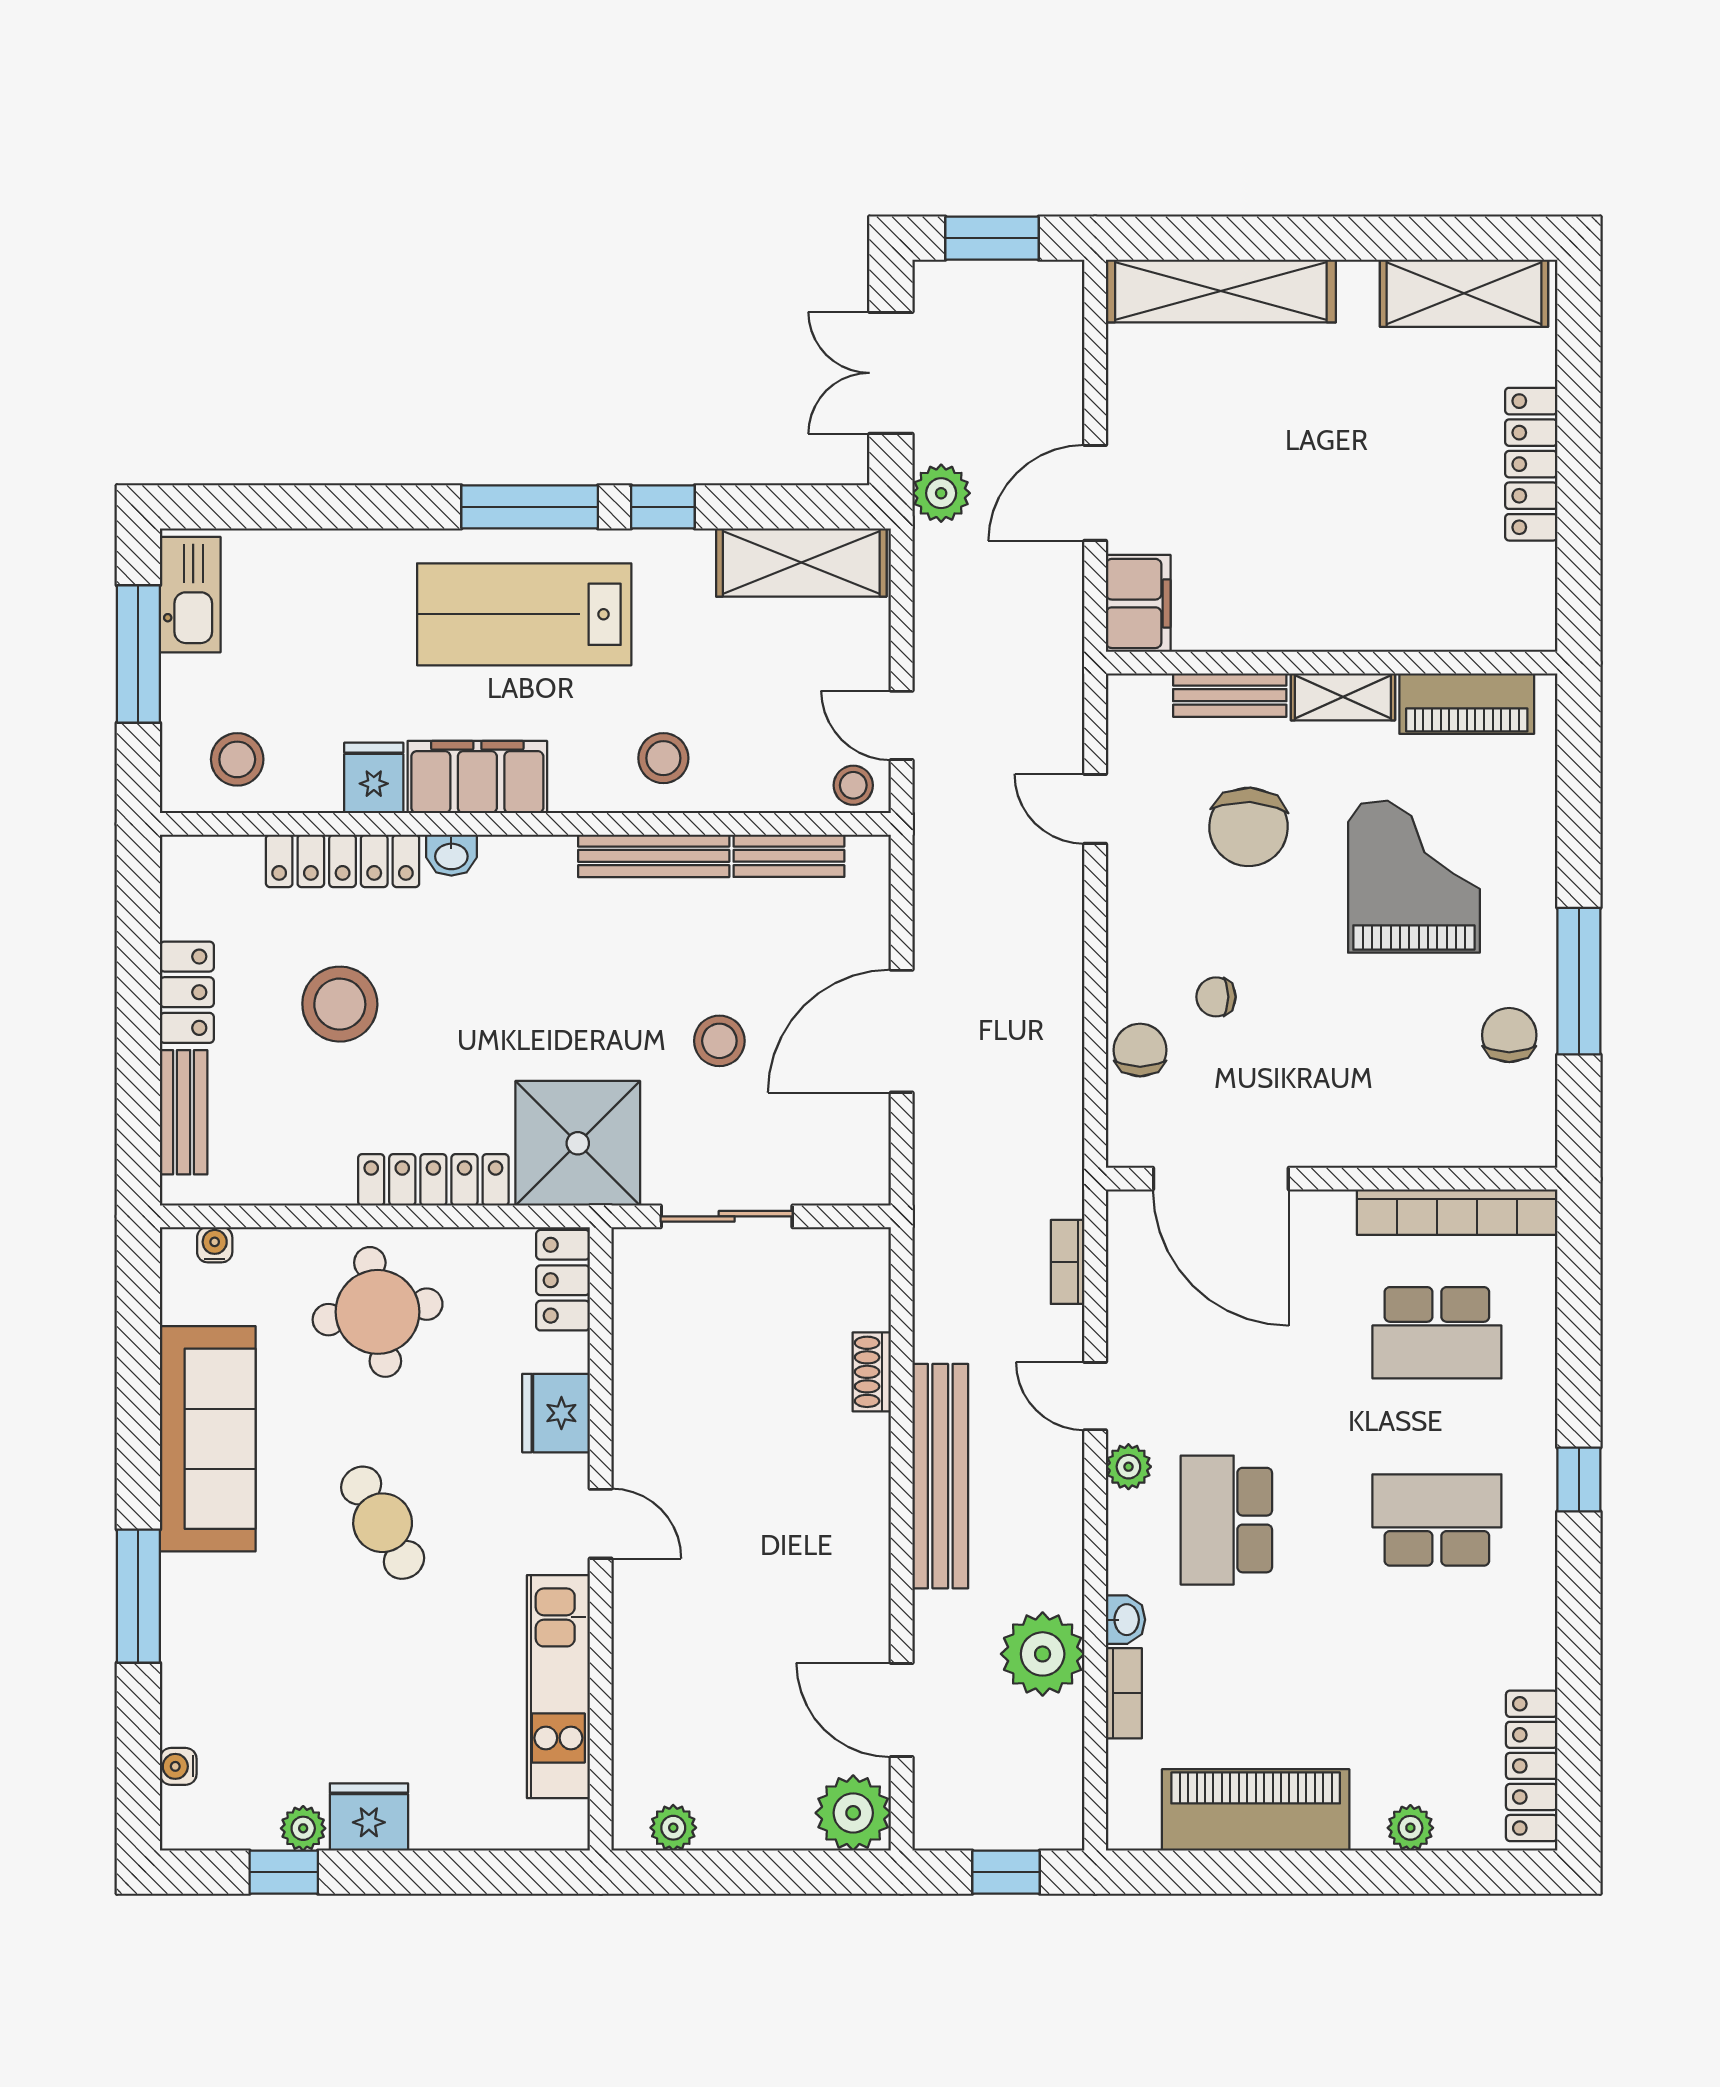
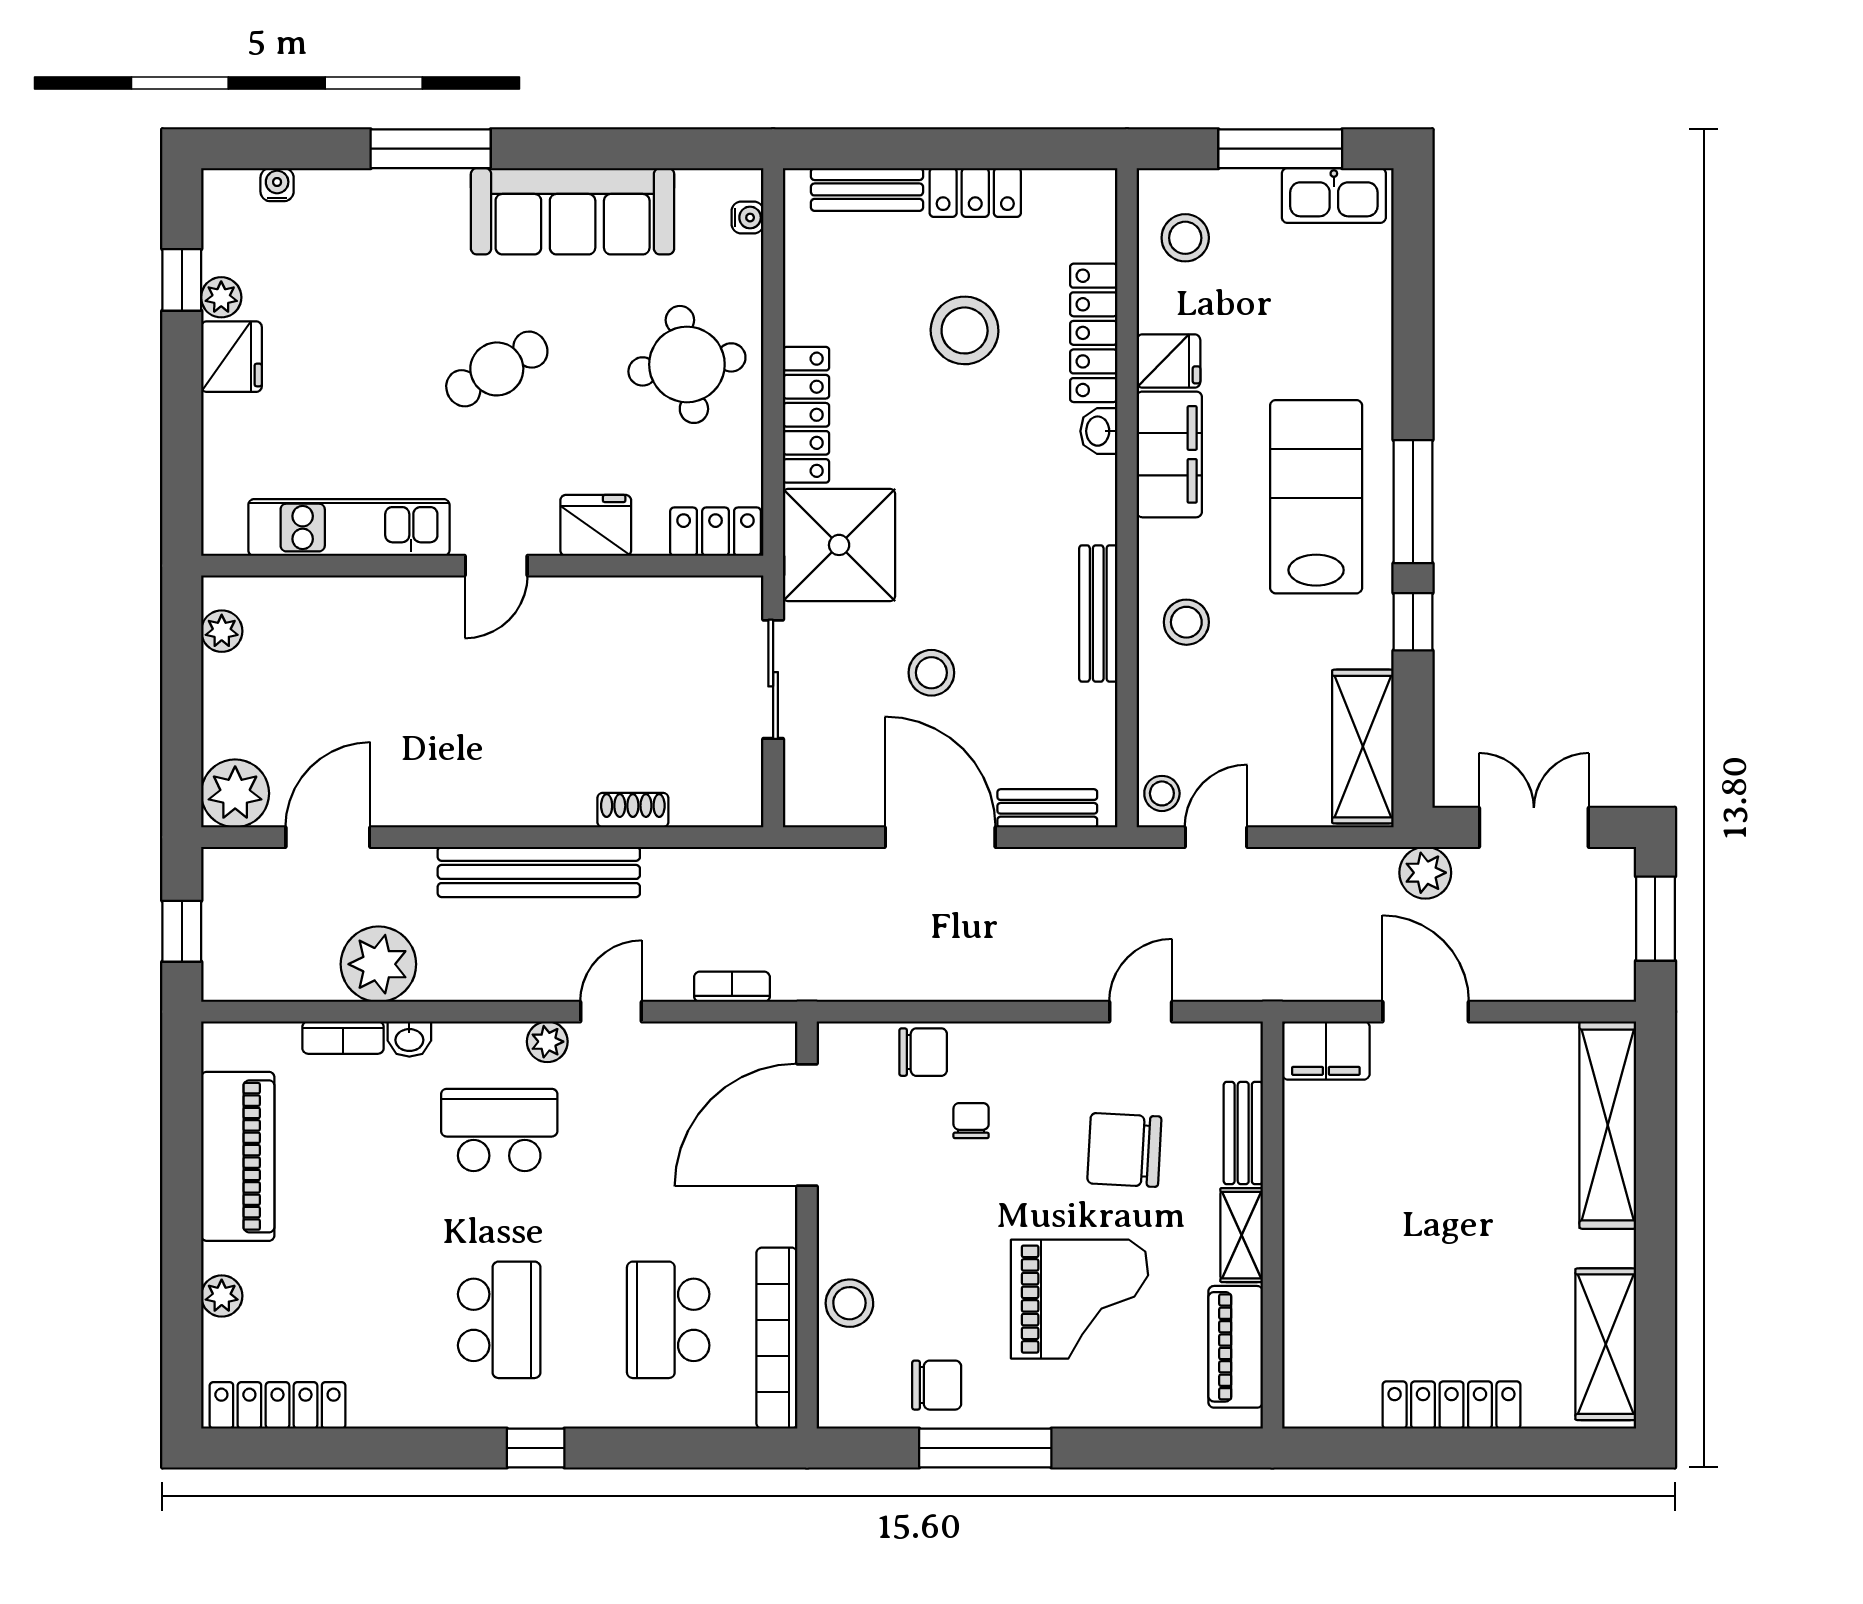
bench: (789, 856) -> (1047, 808), moved, turned 90
stool: (1418, 1132) -> (849, 1303), added

